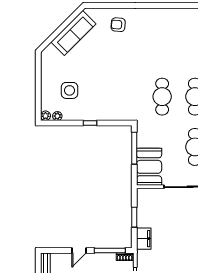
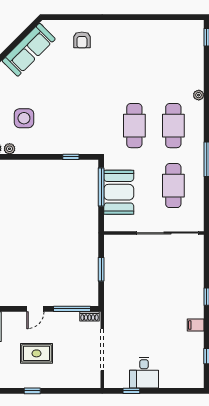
armchair: (118, 25) -> (82, 40), turned -94
window: (90, 123) -> (71, 157), moved
booth: (149, 167) -> (119, 192), moved
filing cabinet: (144, 239) -> (112, 295), removed

